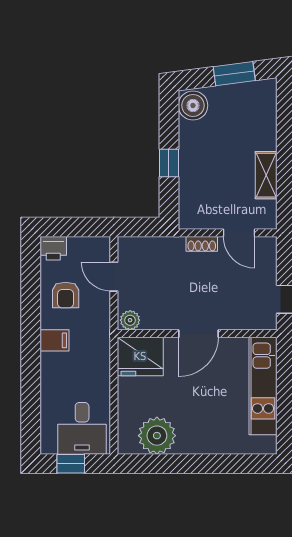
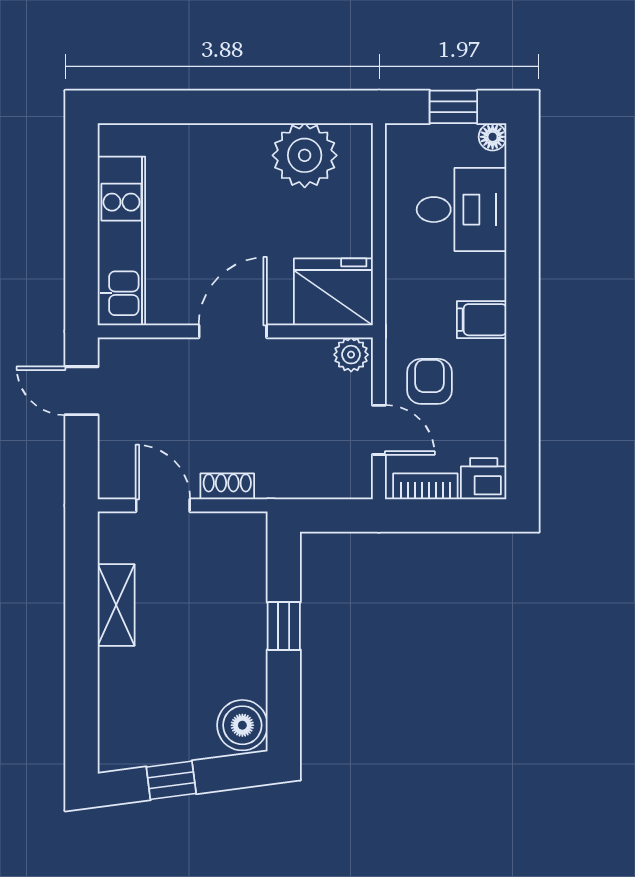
window: (234, 74) -> (171, 780), width x0.67
bookcase: (87, 244) -> (425, 486), added
armchair: (66, 295) -> (430, 381), moved
desk: (82, 428) -> (461, 210), moved, turned 90
floor lamp: (48, 446) -> (493, 137), added

